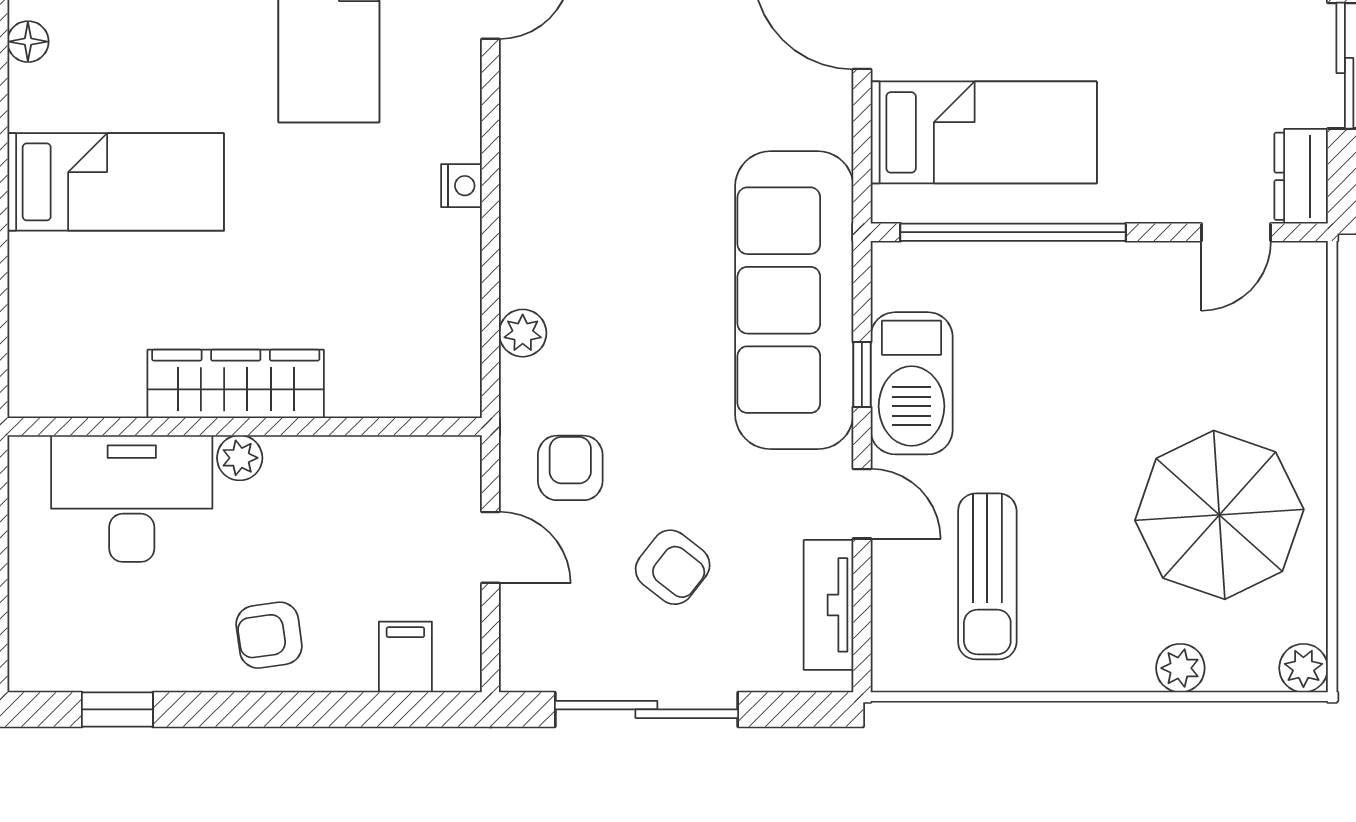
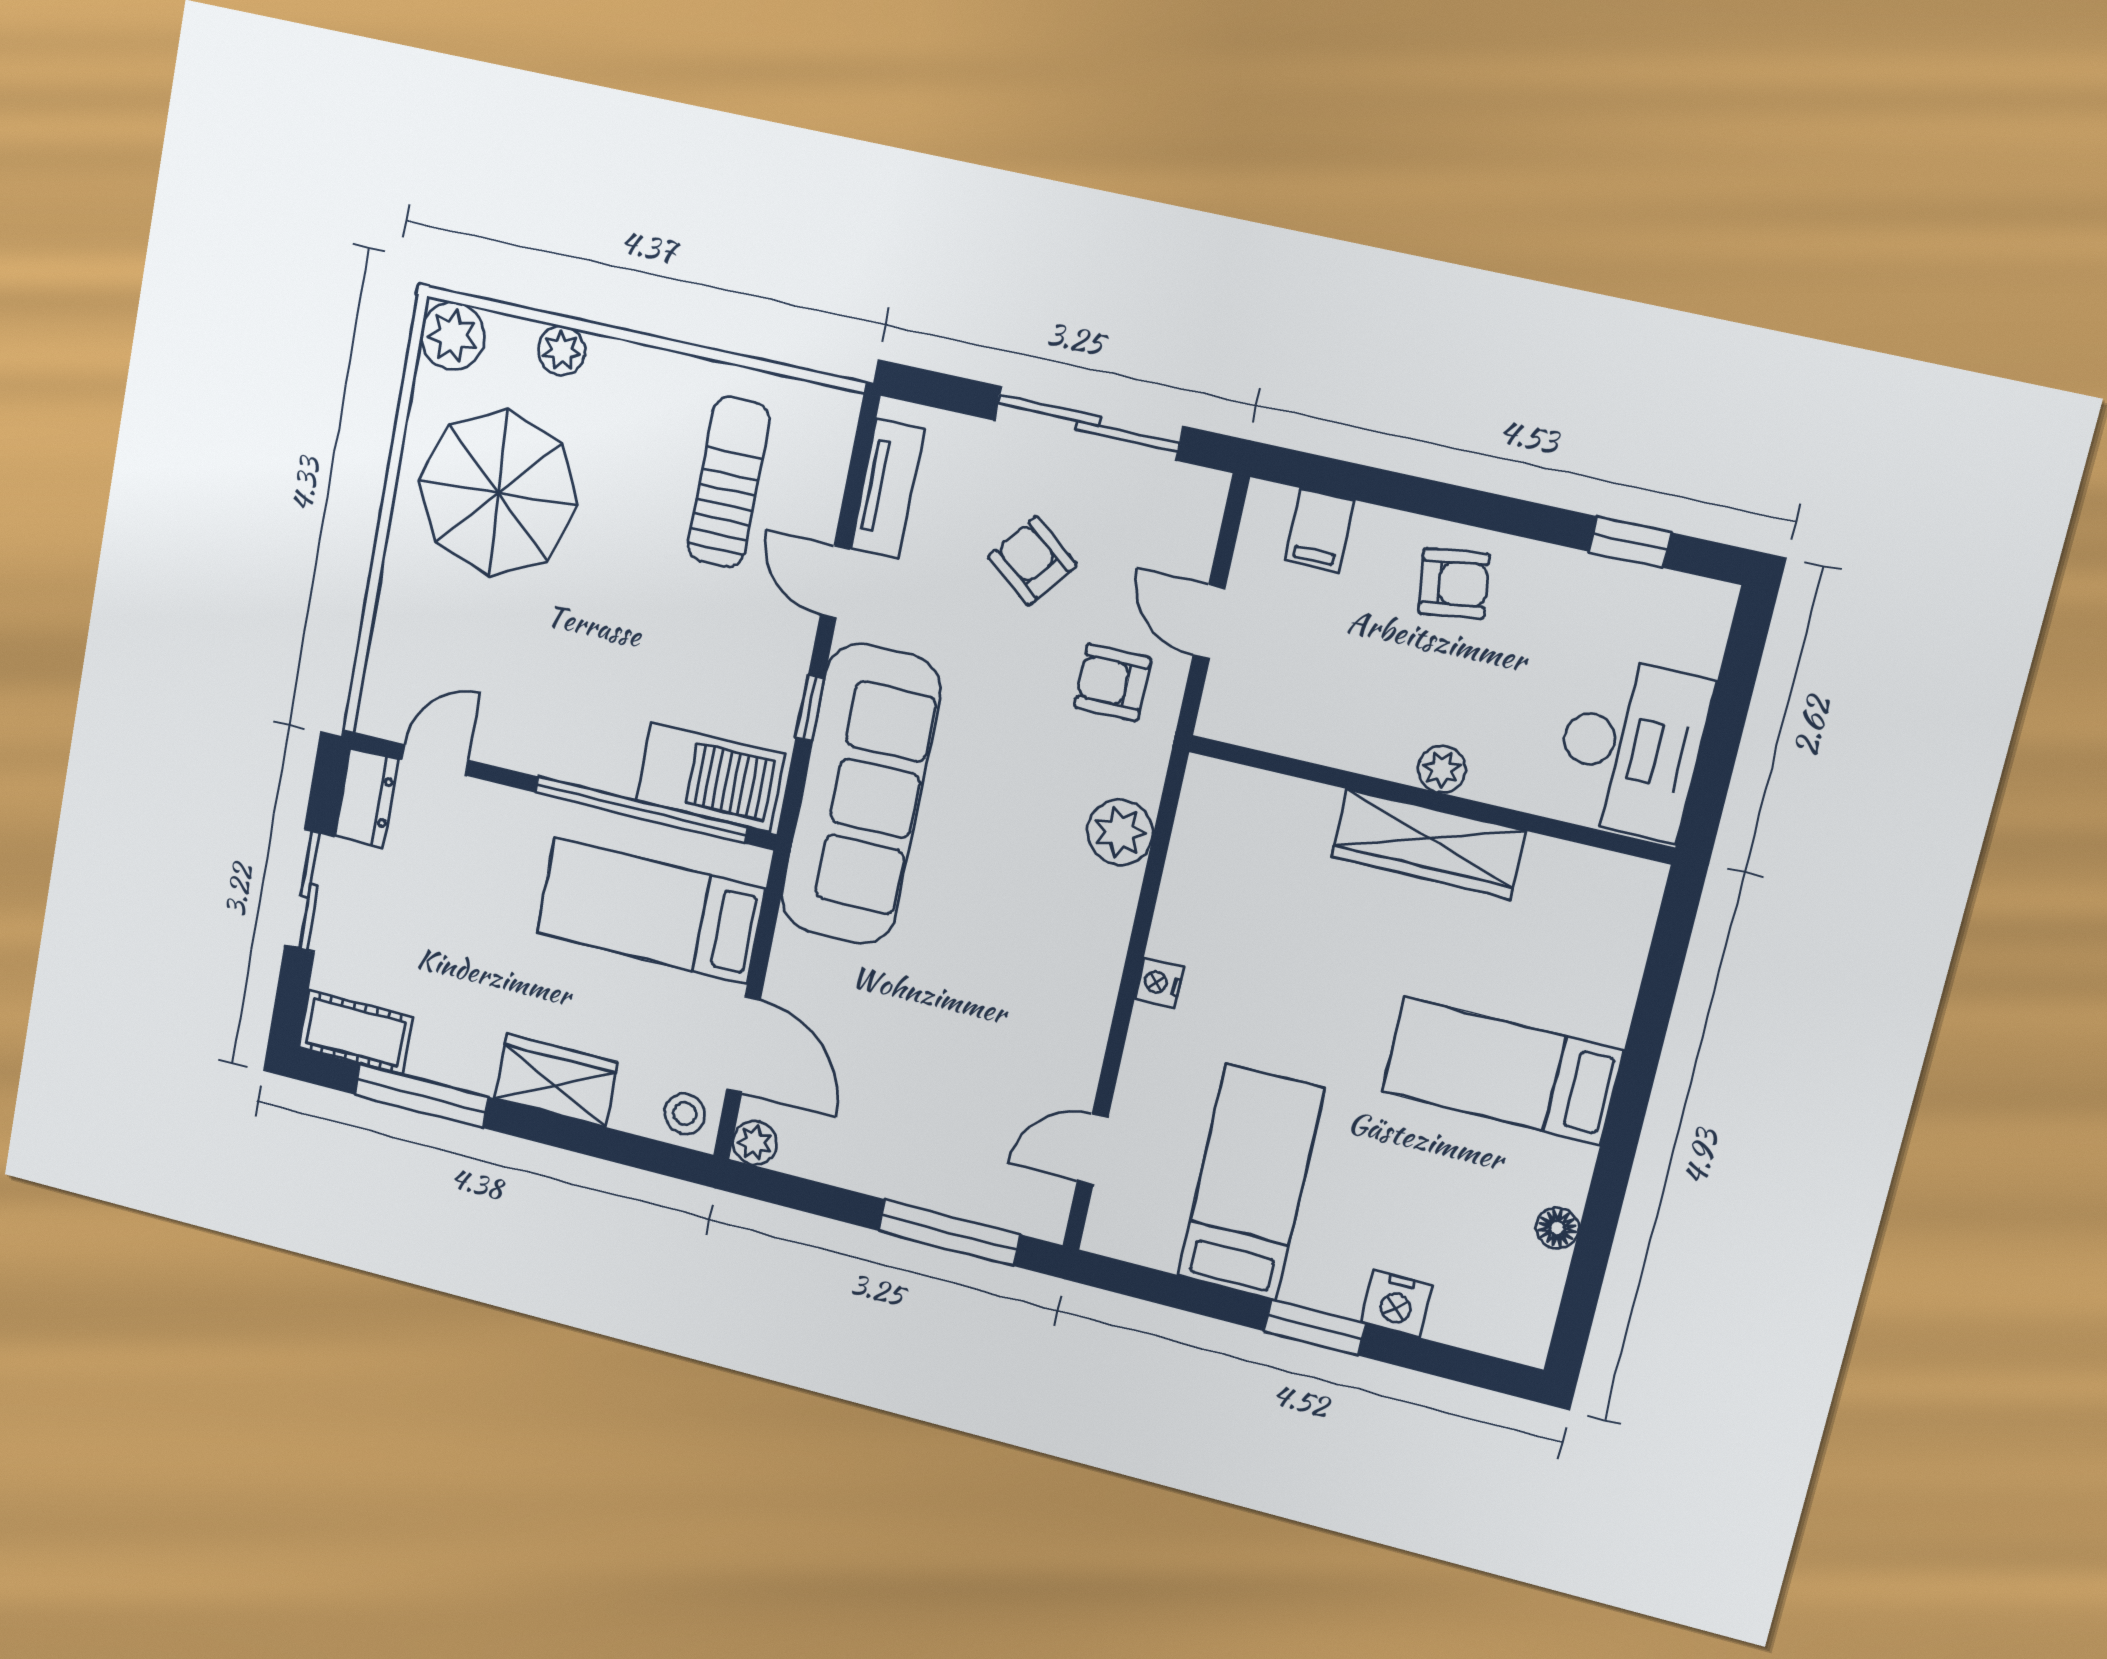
plant: (523, 333) -> (1120, 832), width x1.38, depth x1.38
barbecue: (912, 383) -> (710, 777), moved, turned 90
armchair: (570, 468) -> (1112, 682), turned 90
desk: (132, 499) -> (1630, 748), moved, turned -90
plant: (1303, 668) -> (453, 336), width x1.38, depth x1.38

